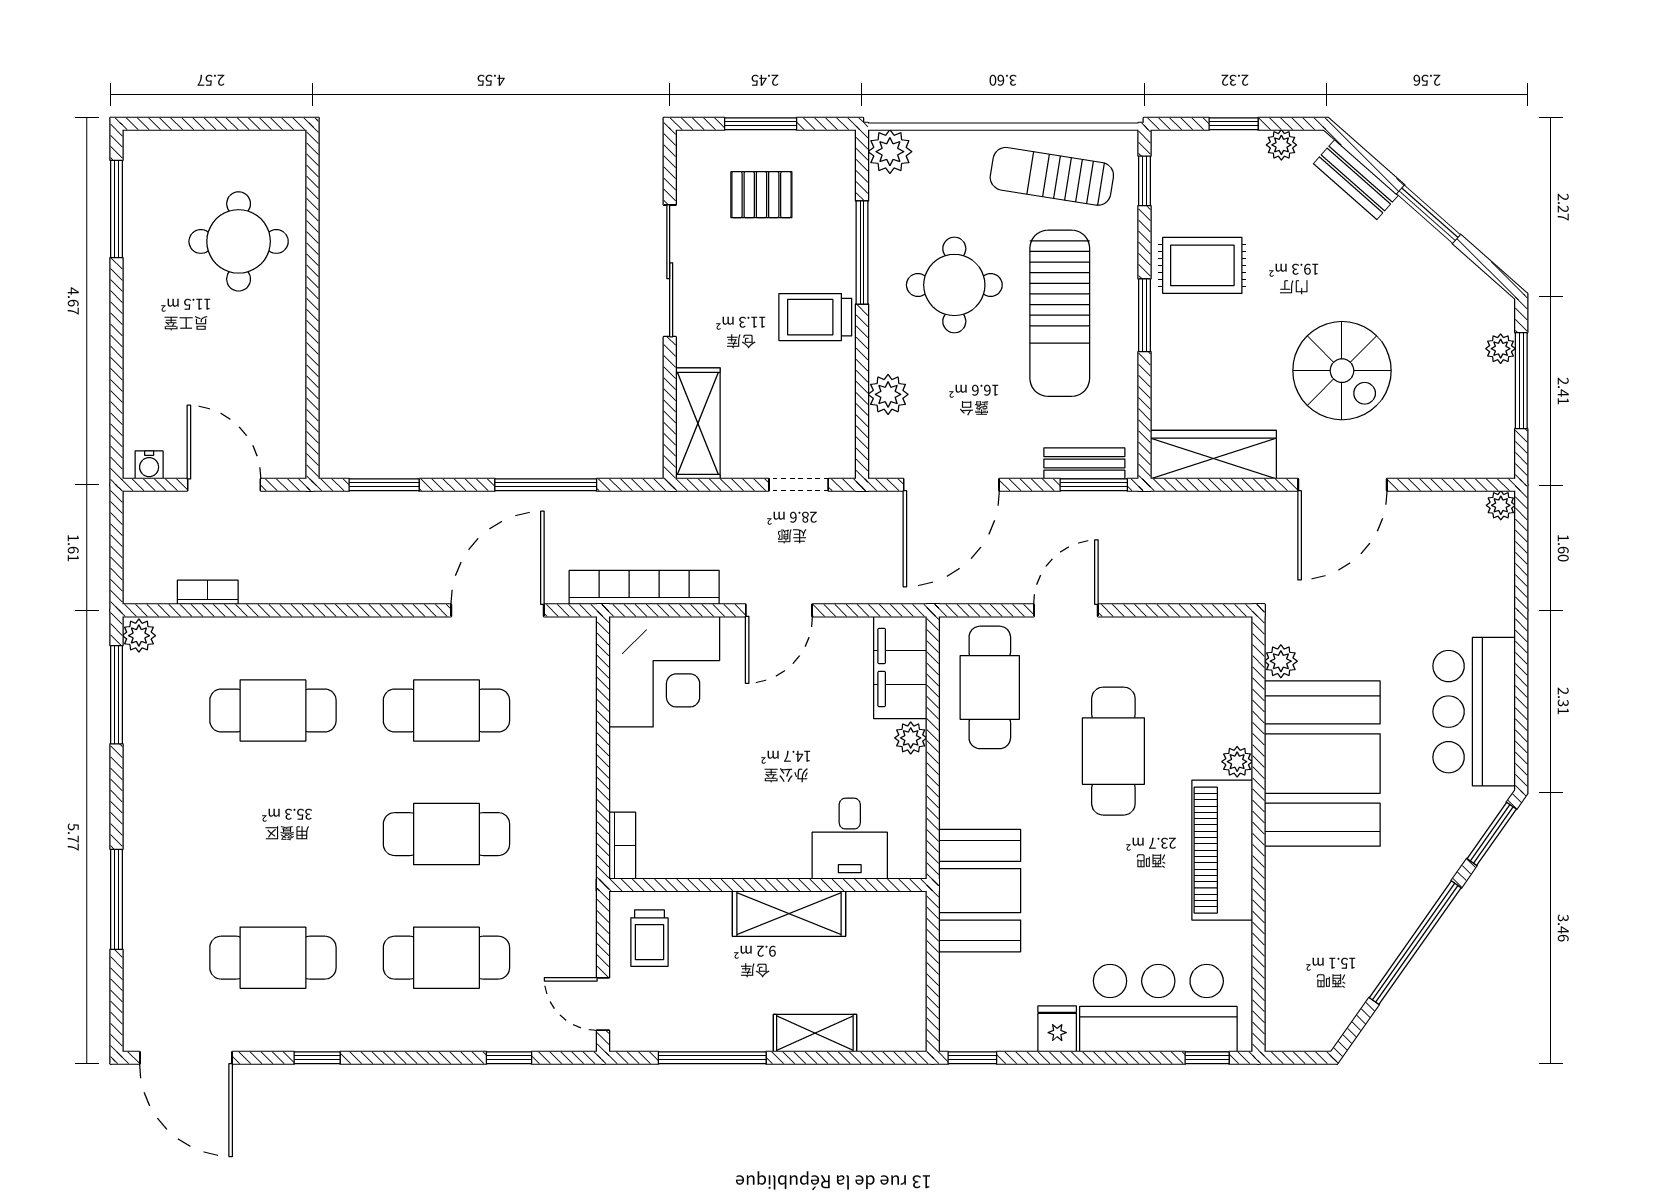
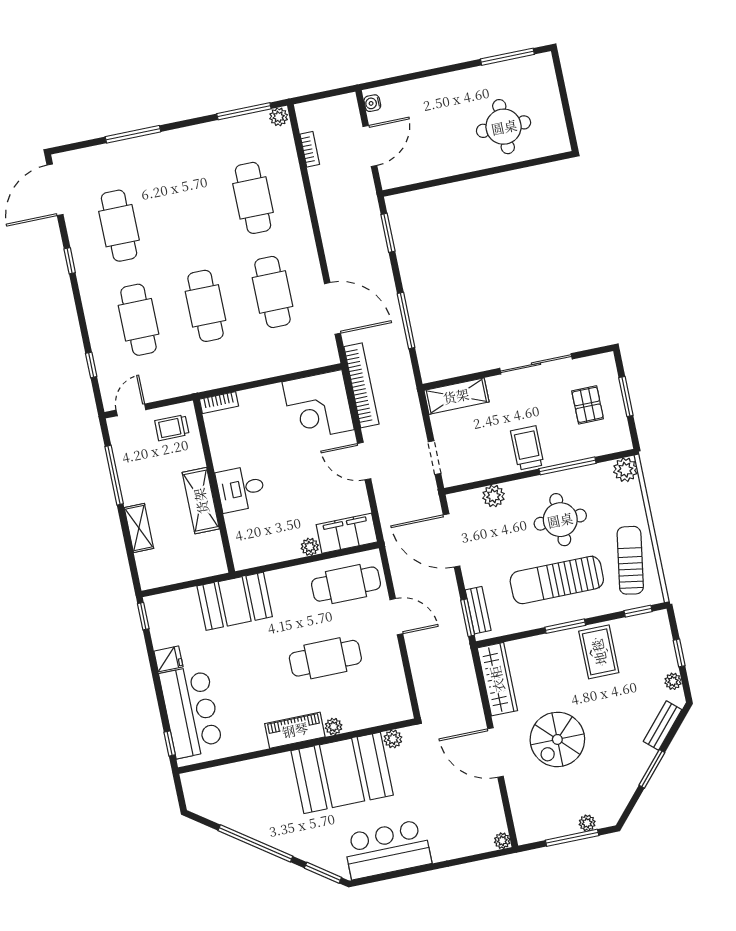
desk: (850, 839) -> (241, 489), moved
piano: (1222, 850) -> (295, 730), width x0.73, depth x0.75

